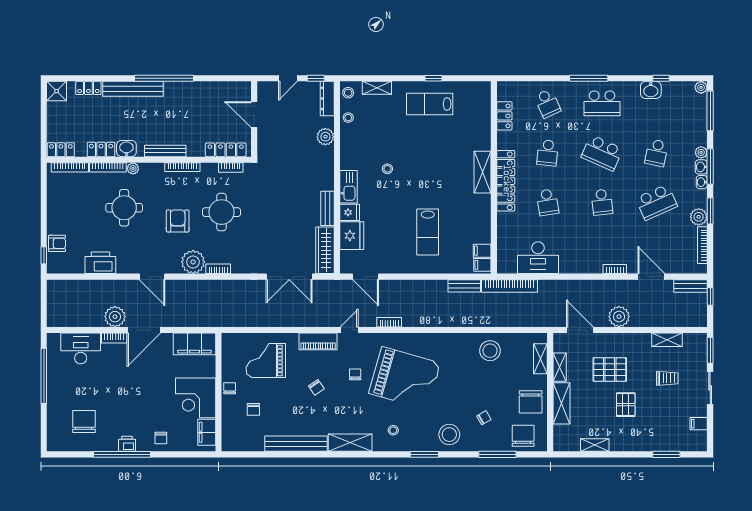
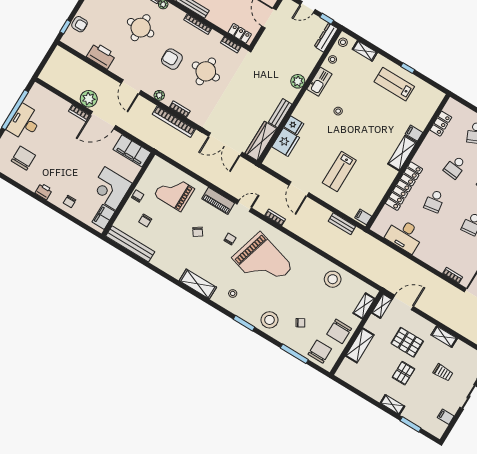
plant: (325, 137) -> (298, 81), moved
locker: (226, 150) -> (240, 33), width x0.66
locker: (506, 181) -> (404, 186), moved
kitchen sink: (349, 187) -> (319, 82), moved
armchair: (178, 221) -> (172, 59), turned -90
filing cabinet: (482, 251) -> (414, 133), moved
plant: (193, 262) -> (159, 95), width x0.53, depth x0.53
door: (366, 277) -> (299, 189), moved
bookcase: (509, 286) -> (174, 122), moved
plant: (619, 317) -> (436, 310), removed
door: (580, 330) -> (403, 303), hinge flipped
shelving: (667, 340) -> (444, 337), moved
desk: (81, 348) -> (25, 123), moved, turned -90
shelving: (560, 367) -> (382, 306), moved
bench: (296, 444) -> (130, 244), moved
shelving: (595, 445) -> (392, 405), moved
window: (122, 454) -> (36, 197), removed

